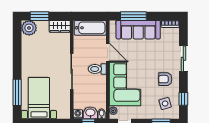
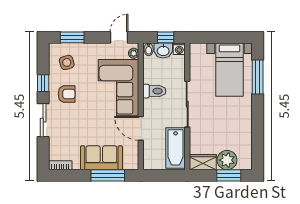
plant: (29, 28) -> (227, 160), moved
bathtub: (90, 28) -> (176, 148), moved, turned -90
sofa: (138, 30) -> (101, 158), width x0.73
toilet: (97, 69) -> (154, 91), moved
window: (183, 99) -> (43, 83), moved

